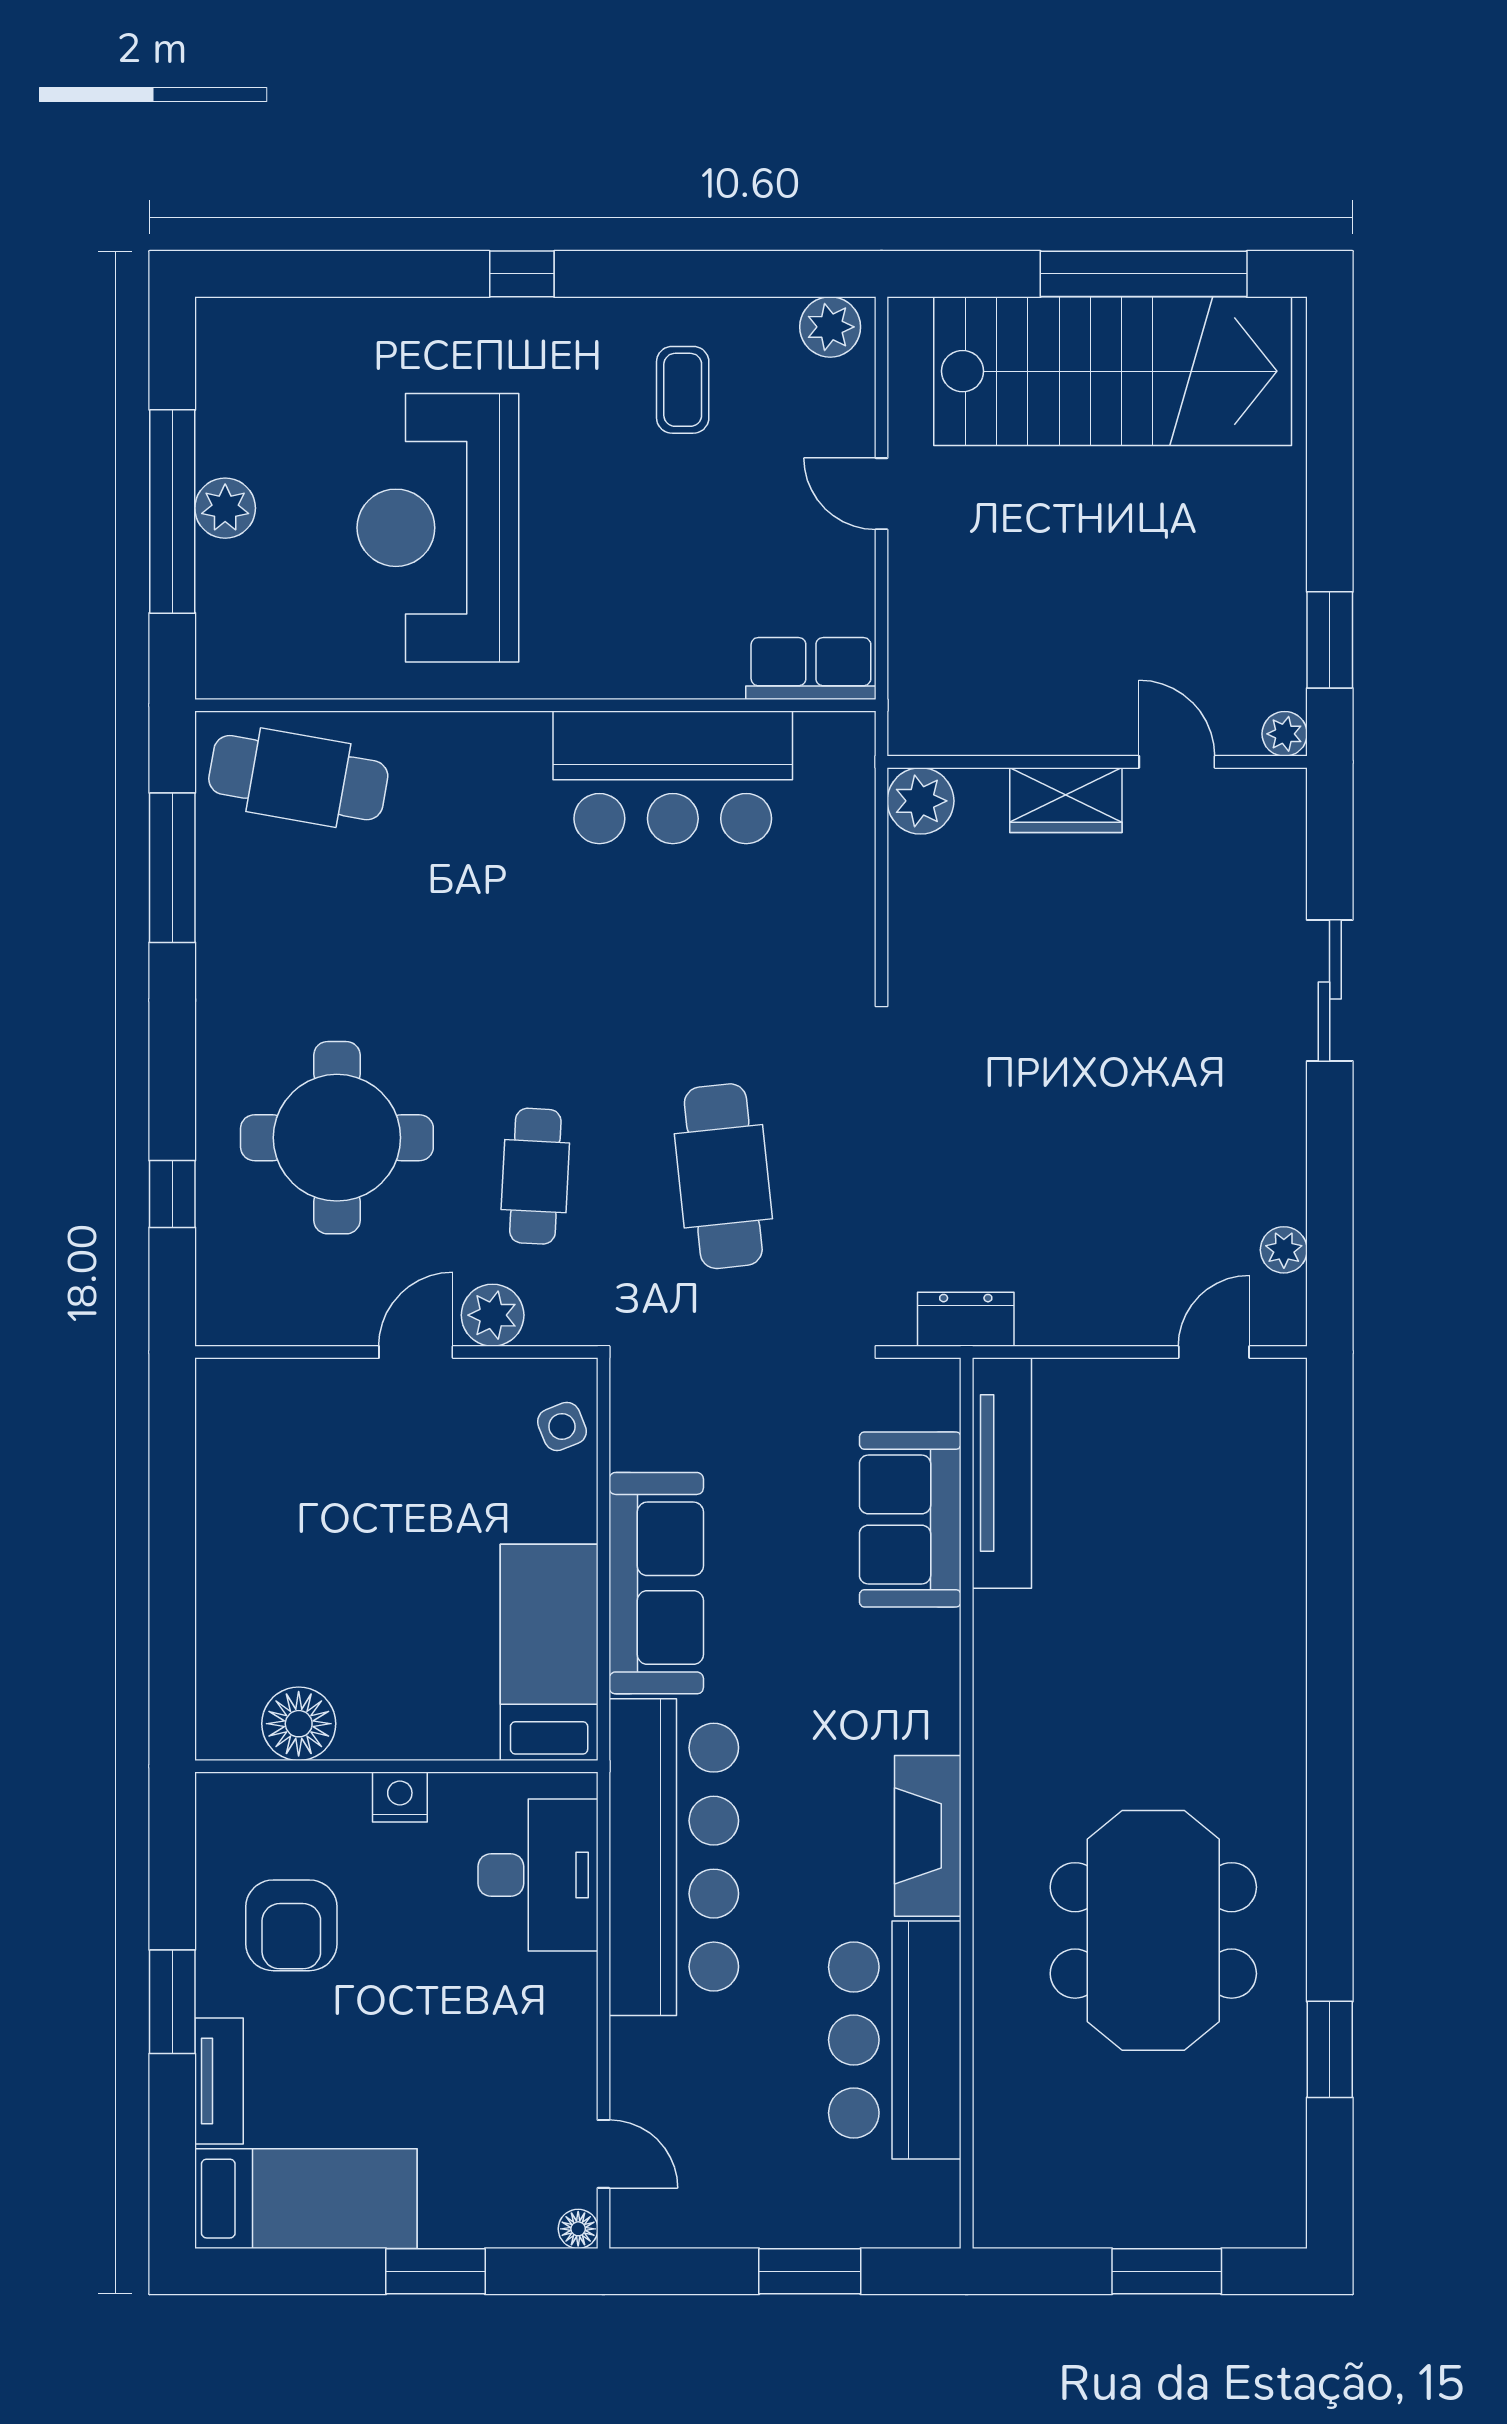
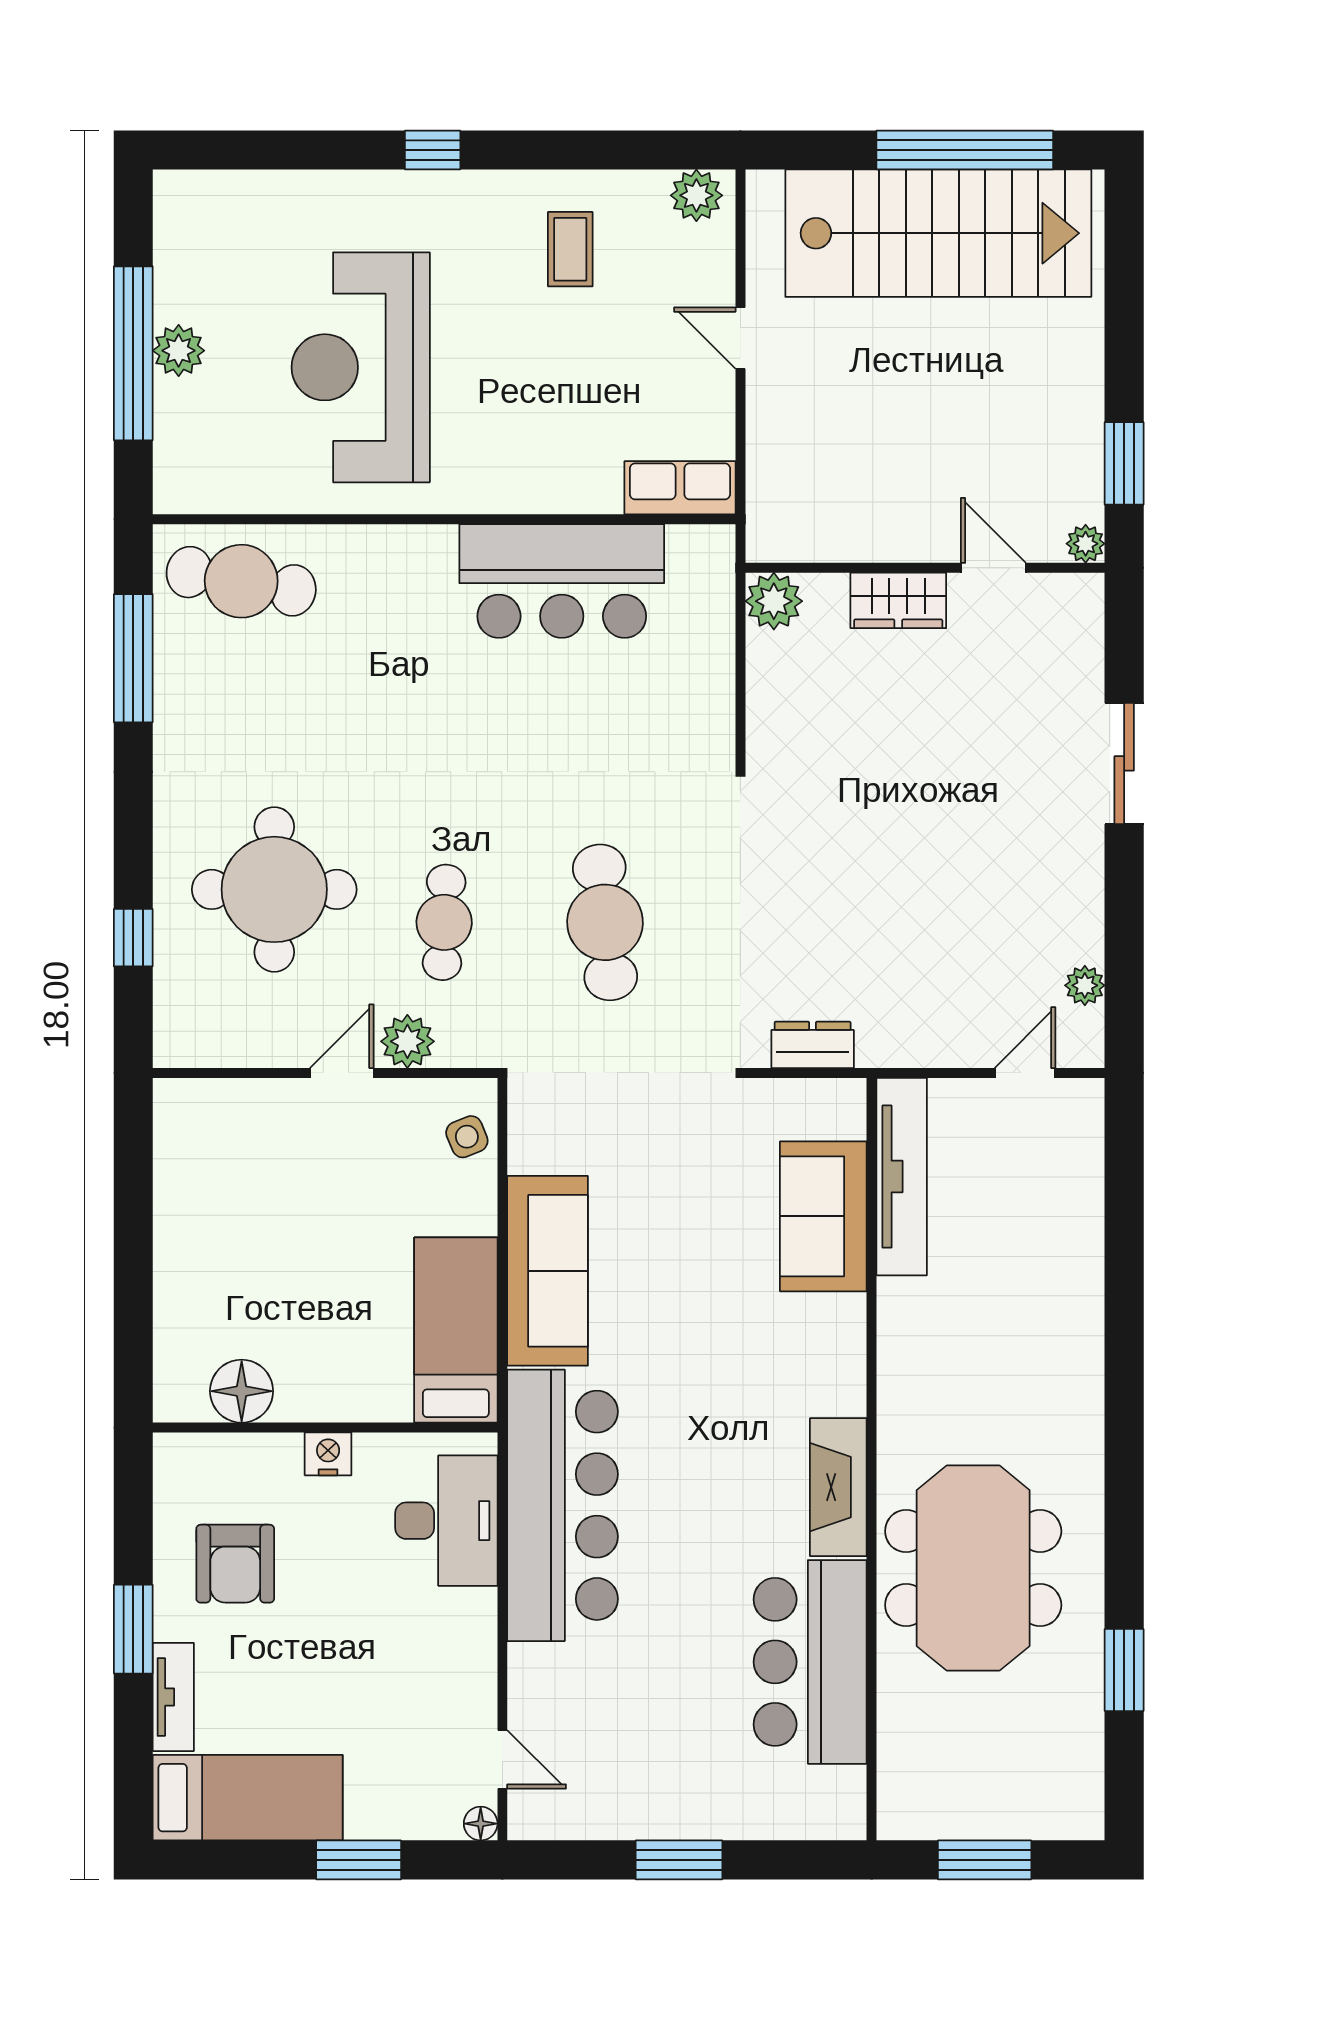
tv unit: (1002, 1473) -> (902, 1177), moved
sofa: (910, 1519) -> (823, 1216), moved
wall: (967, 1803) -> (872, 1459), moved
fireplace: (928, 1836) -> (838, 1487), moved
bar counter: (895, 2040) -> (810, 1662), moved

